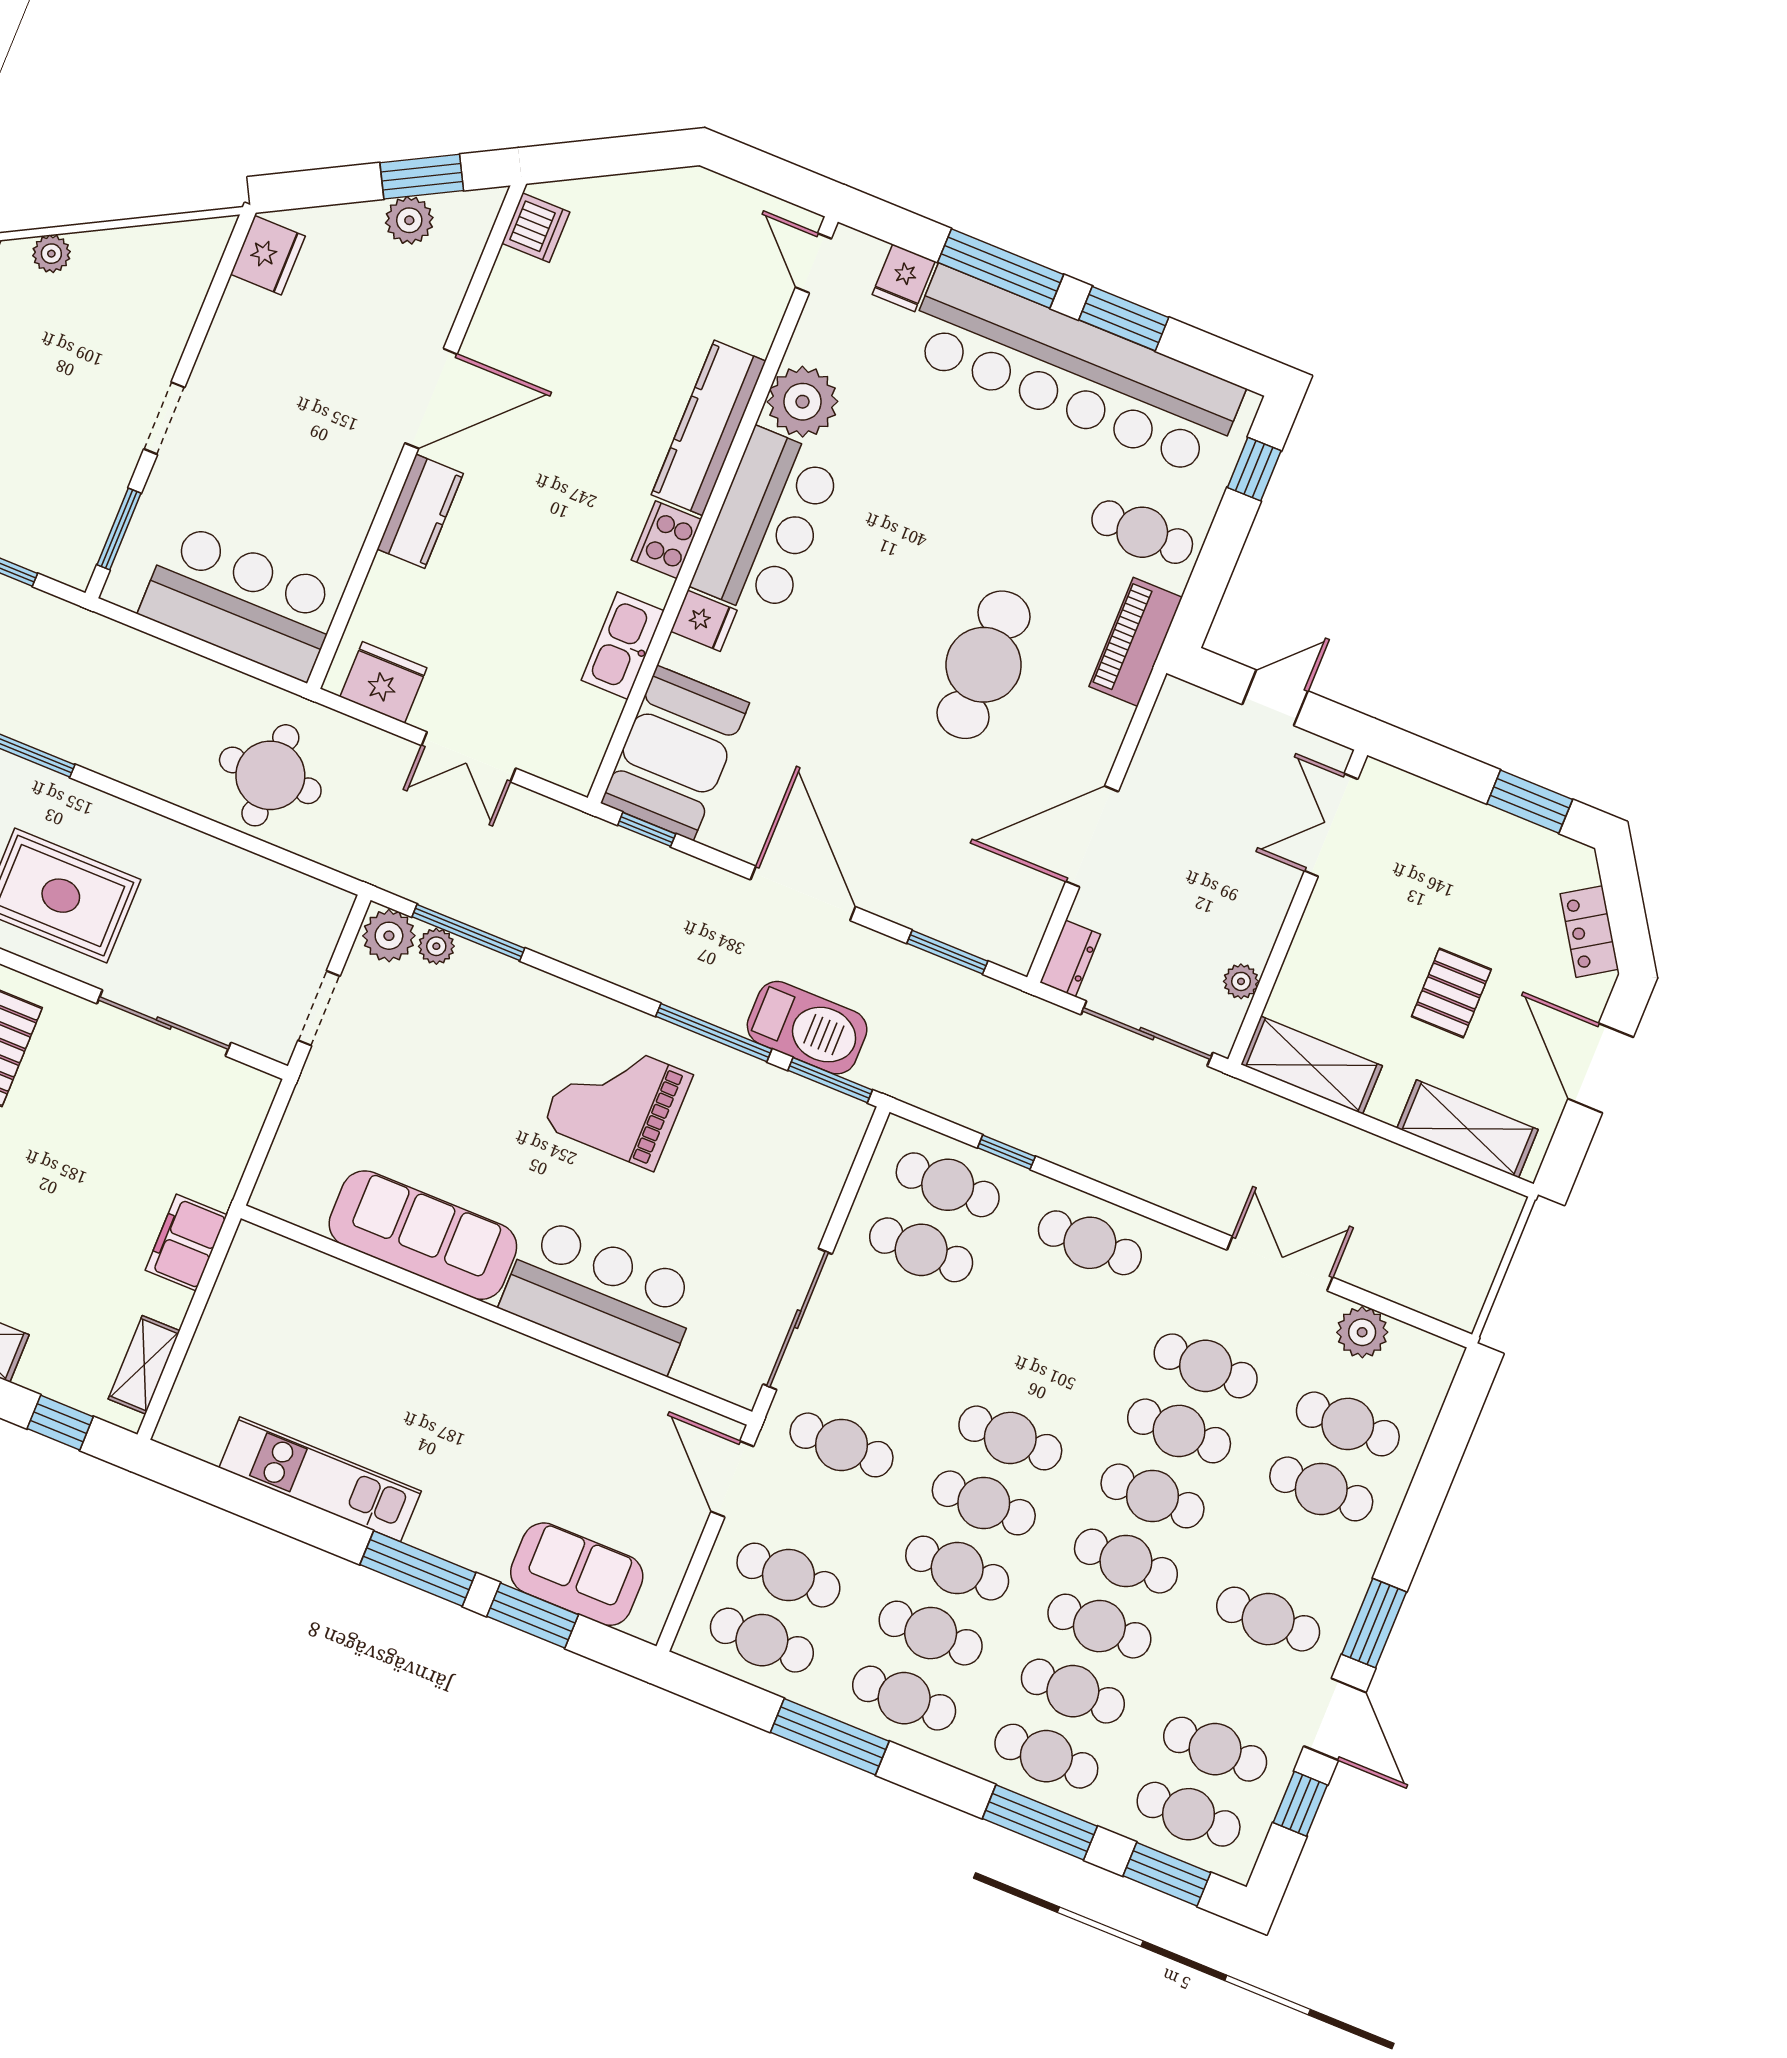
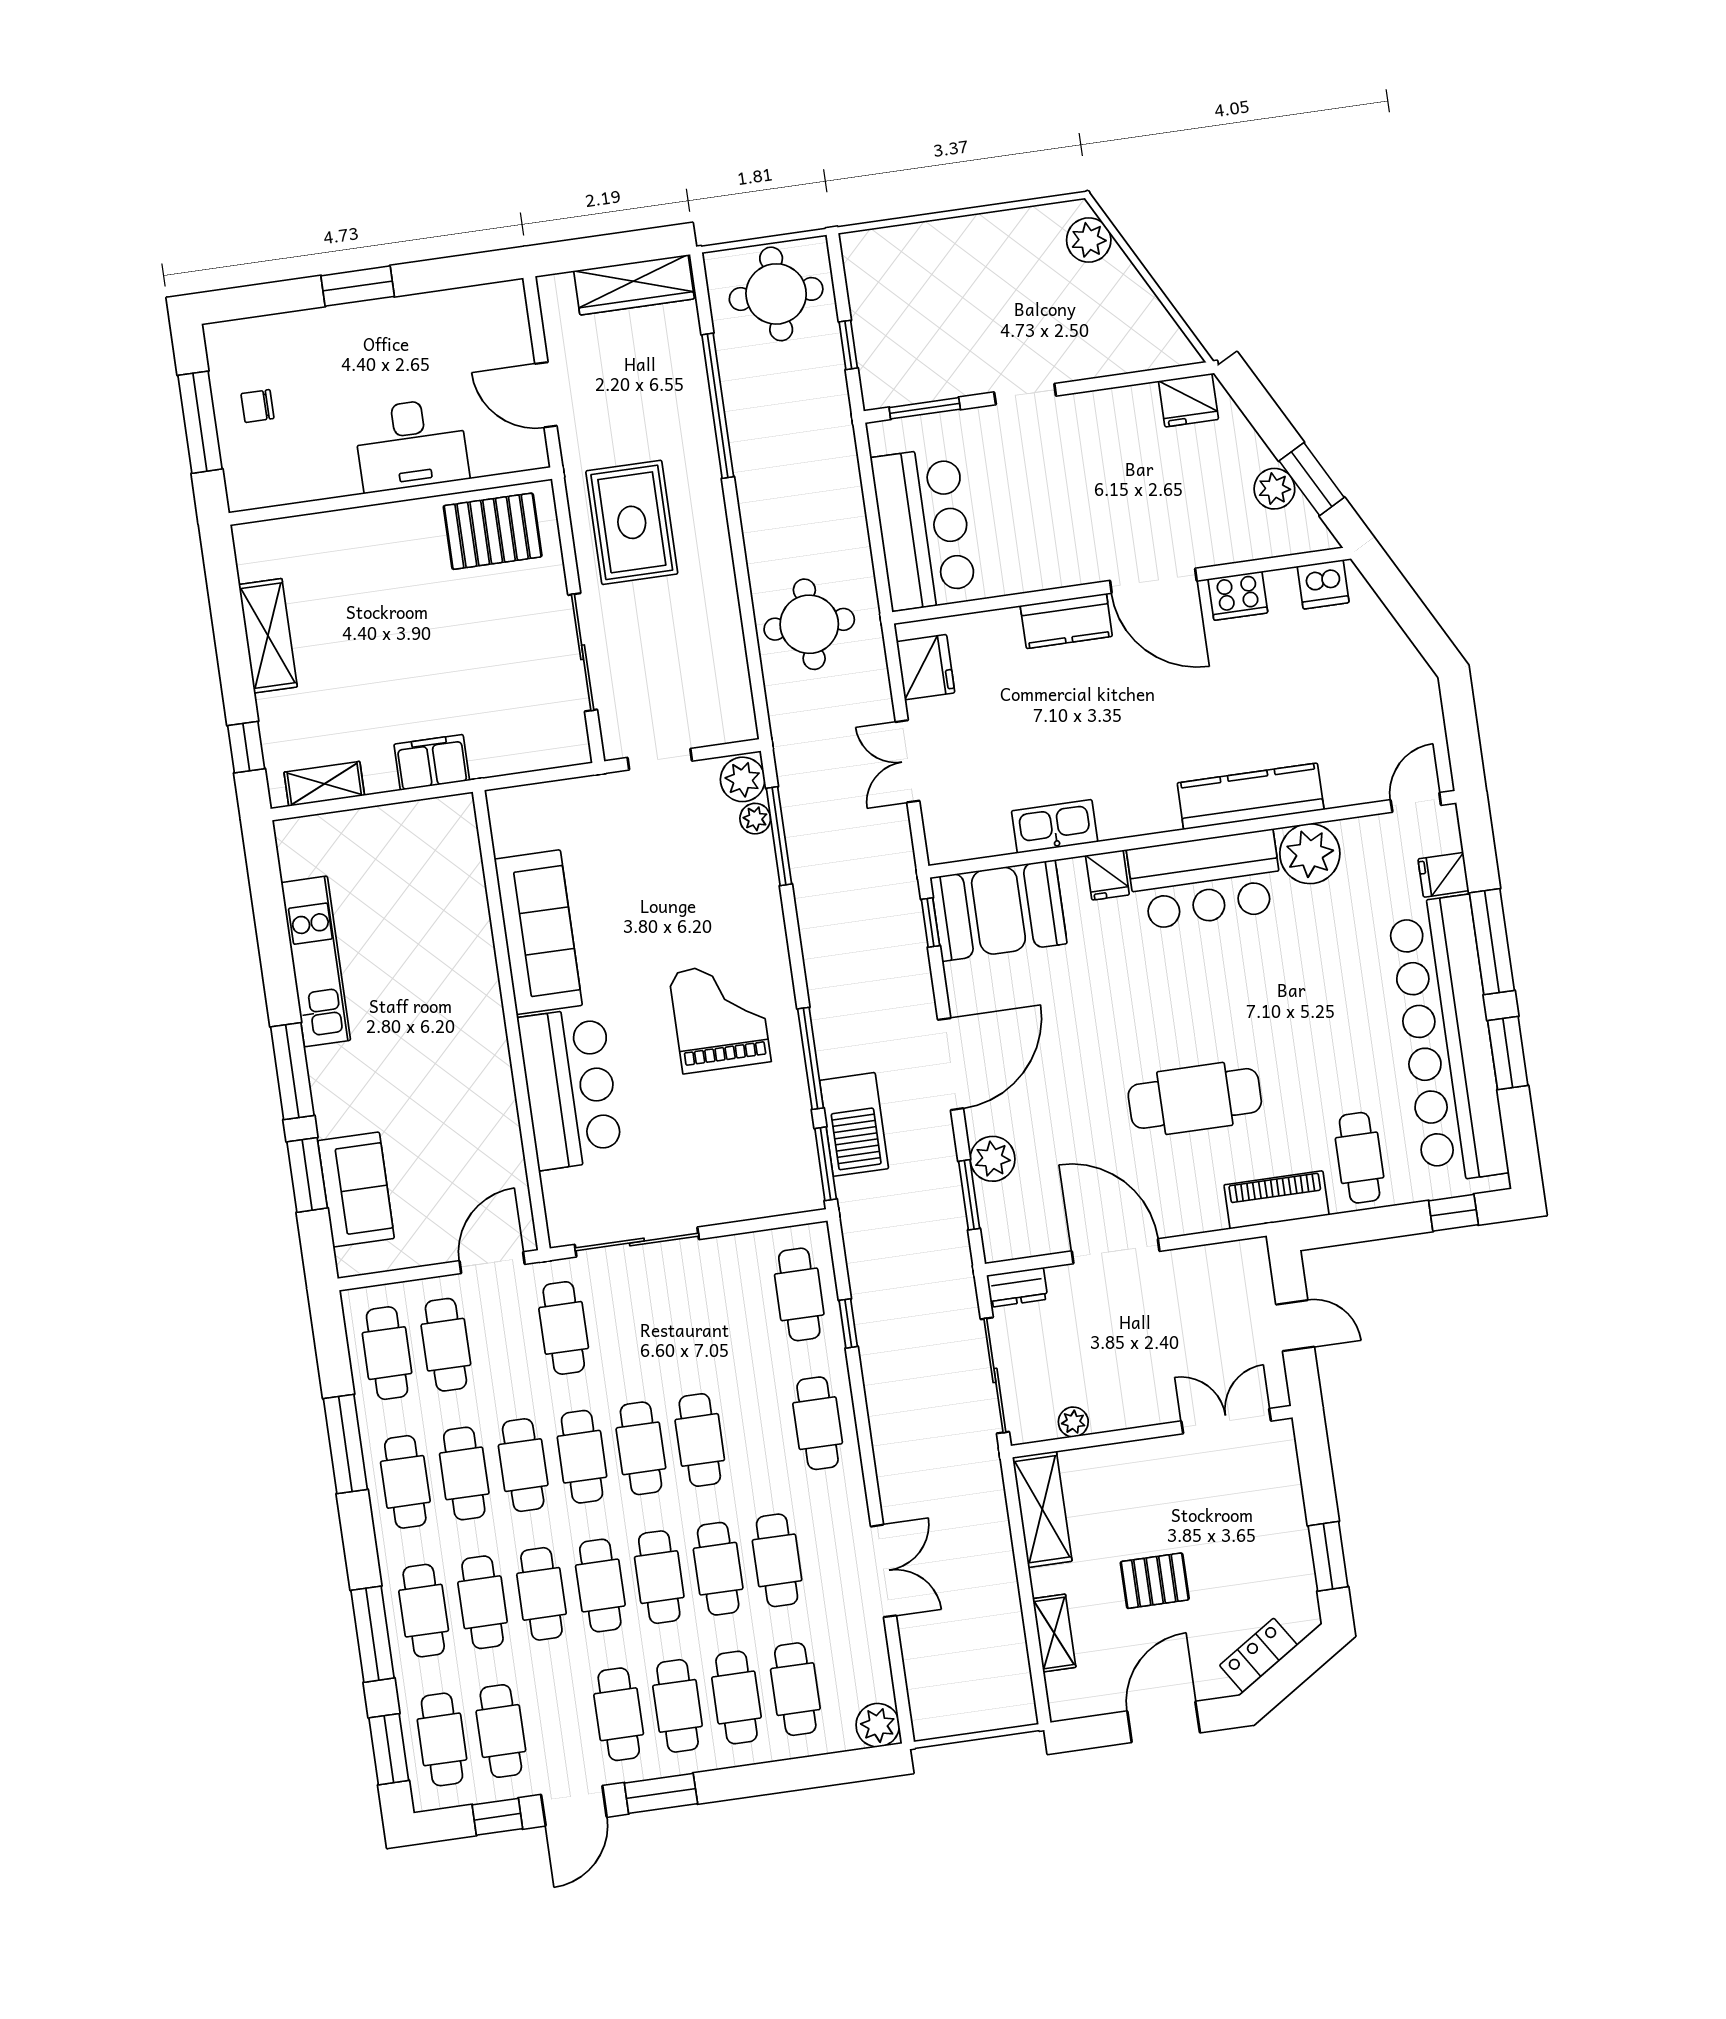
plant: (51, 254) -> (1089, 240), width x1.38, depth x1.38
cooker: (666, 540) -> (1238, 596), moved, turned 180
plant: (925, 907) -> (993, 1159), added
shelving: (1467, 1129) -> (1054, 1633), width x0.67, depth x0.75
cafe table: (921, 1250) -> (700, 1440), moved
plant: (1362, 1332) -> (878, 1725), moved
cafe table: (1295, 1554) -> (678, 1706), added

